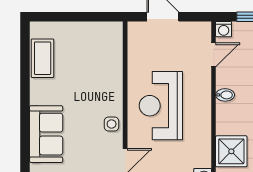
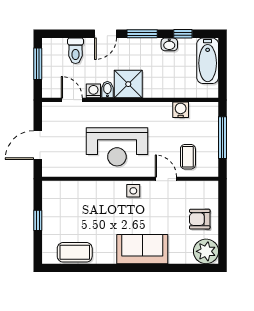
window: (78, 17) -> (38, 220), added
washing machine: (224, 29) -> (93, 91), moved, turned -90
shower: (231, 151) -> (128, 84), moved

